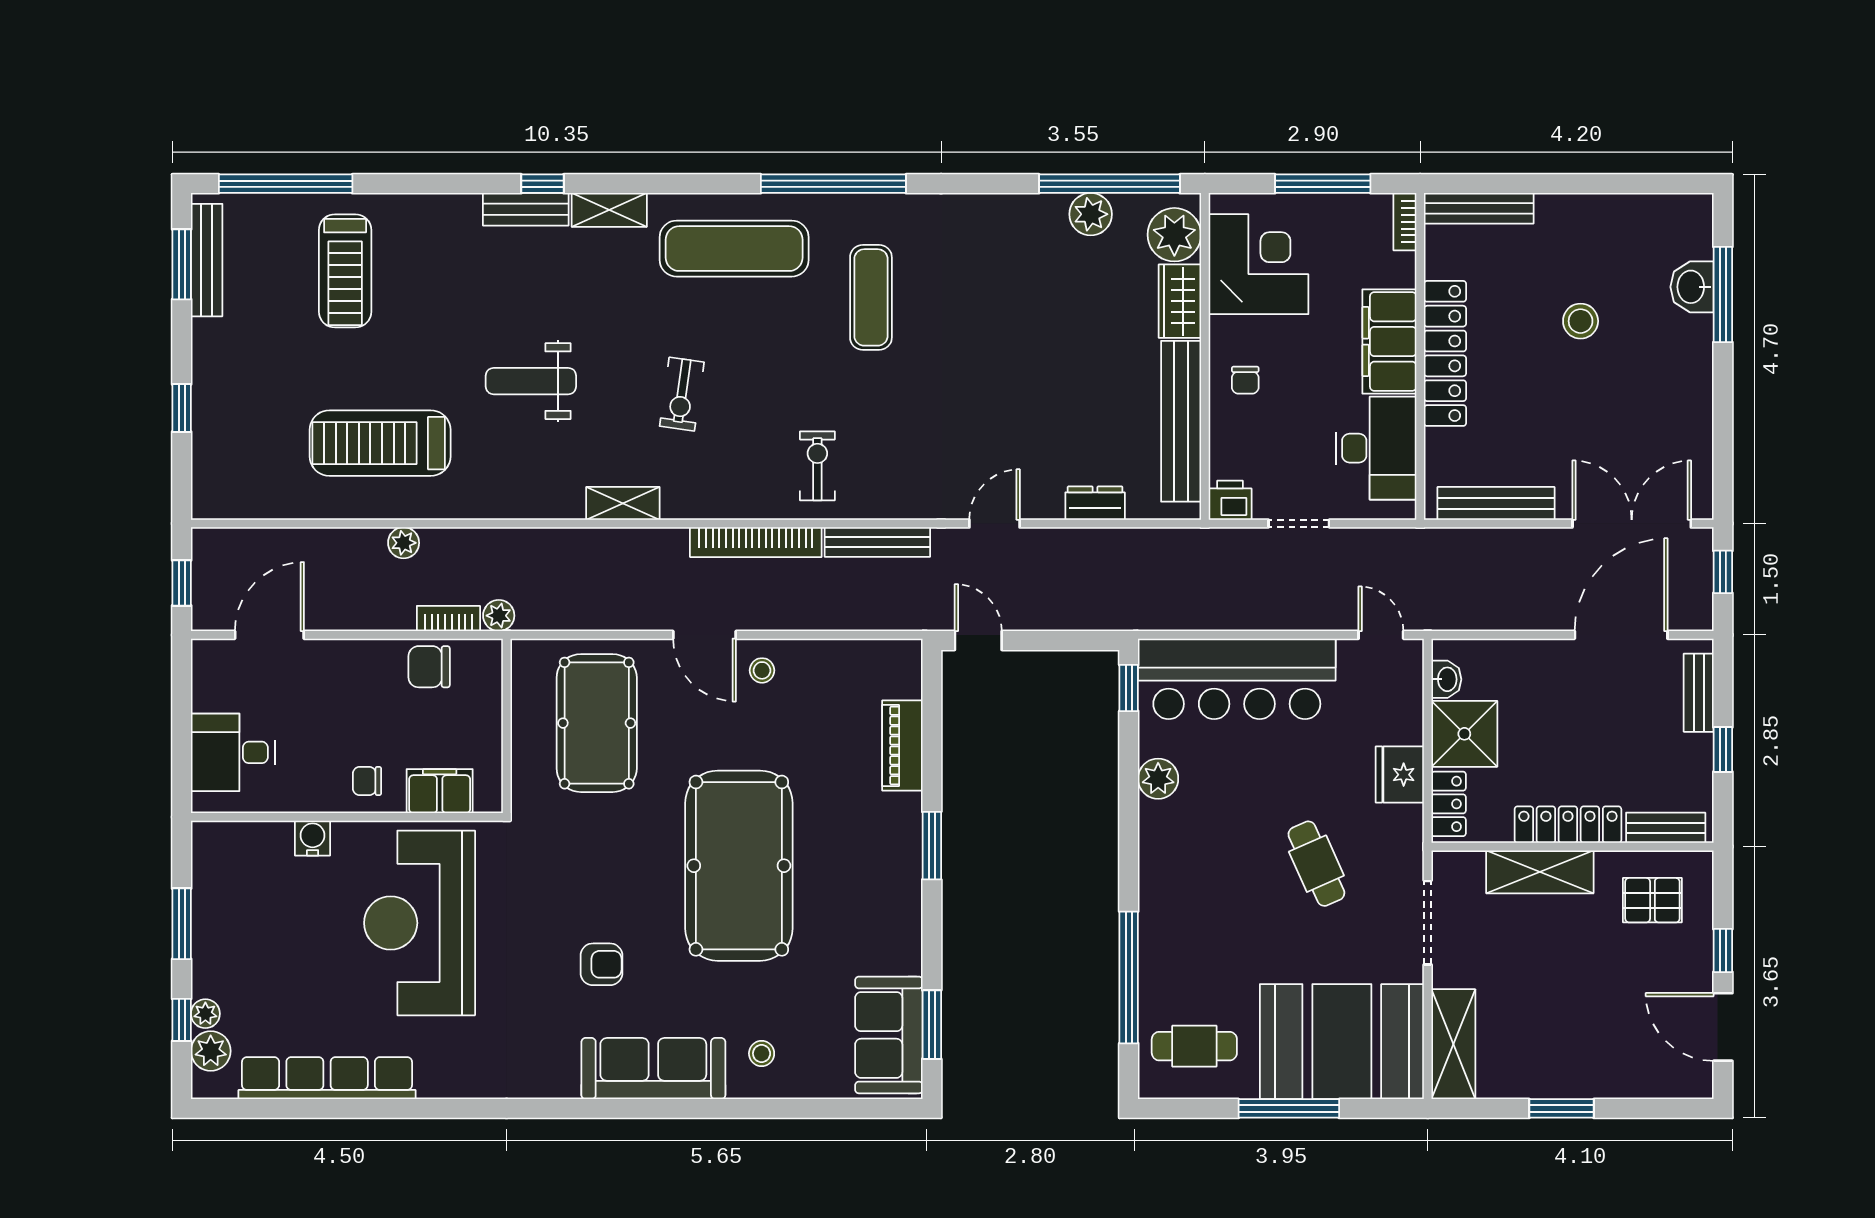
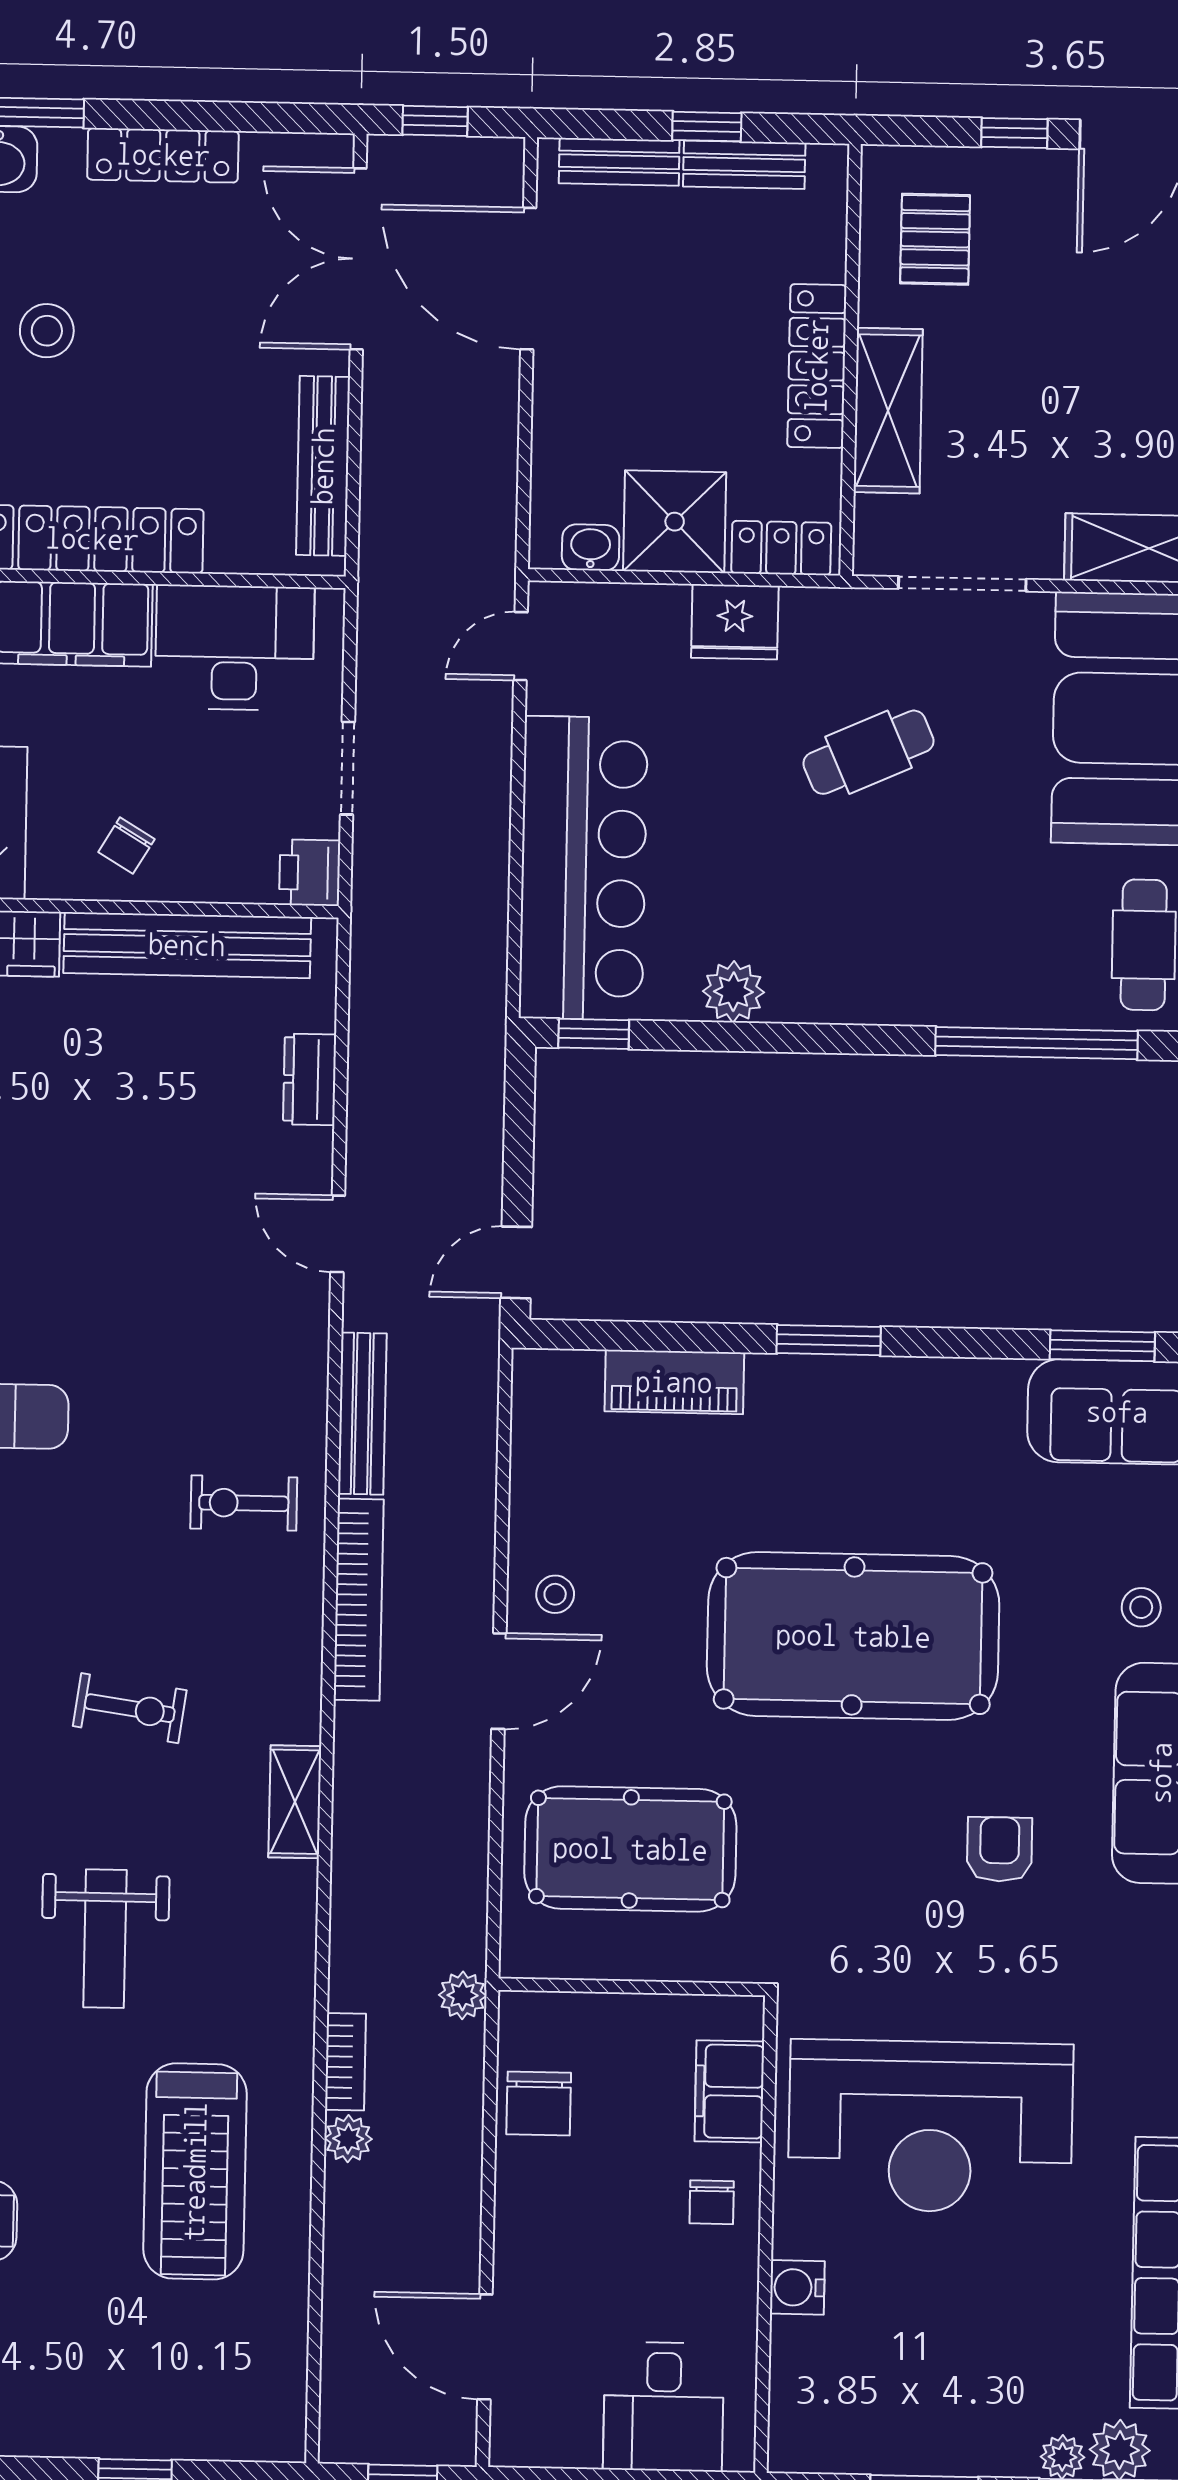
chair: (1245, 380) -> (126, 846), turned 121
locker: (1697, 395) -> (163, 155), added
bookcase: (448, 619) -> (345, 2062), moved, turned 180
bench: (1666, 828) -> (744, 165), moved, turned 90

